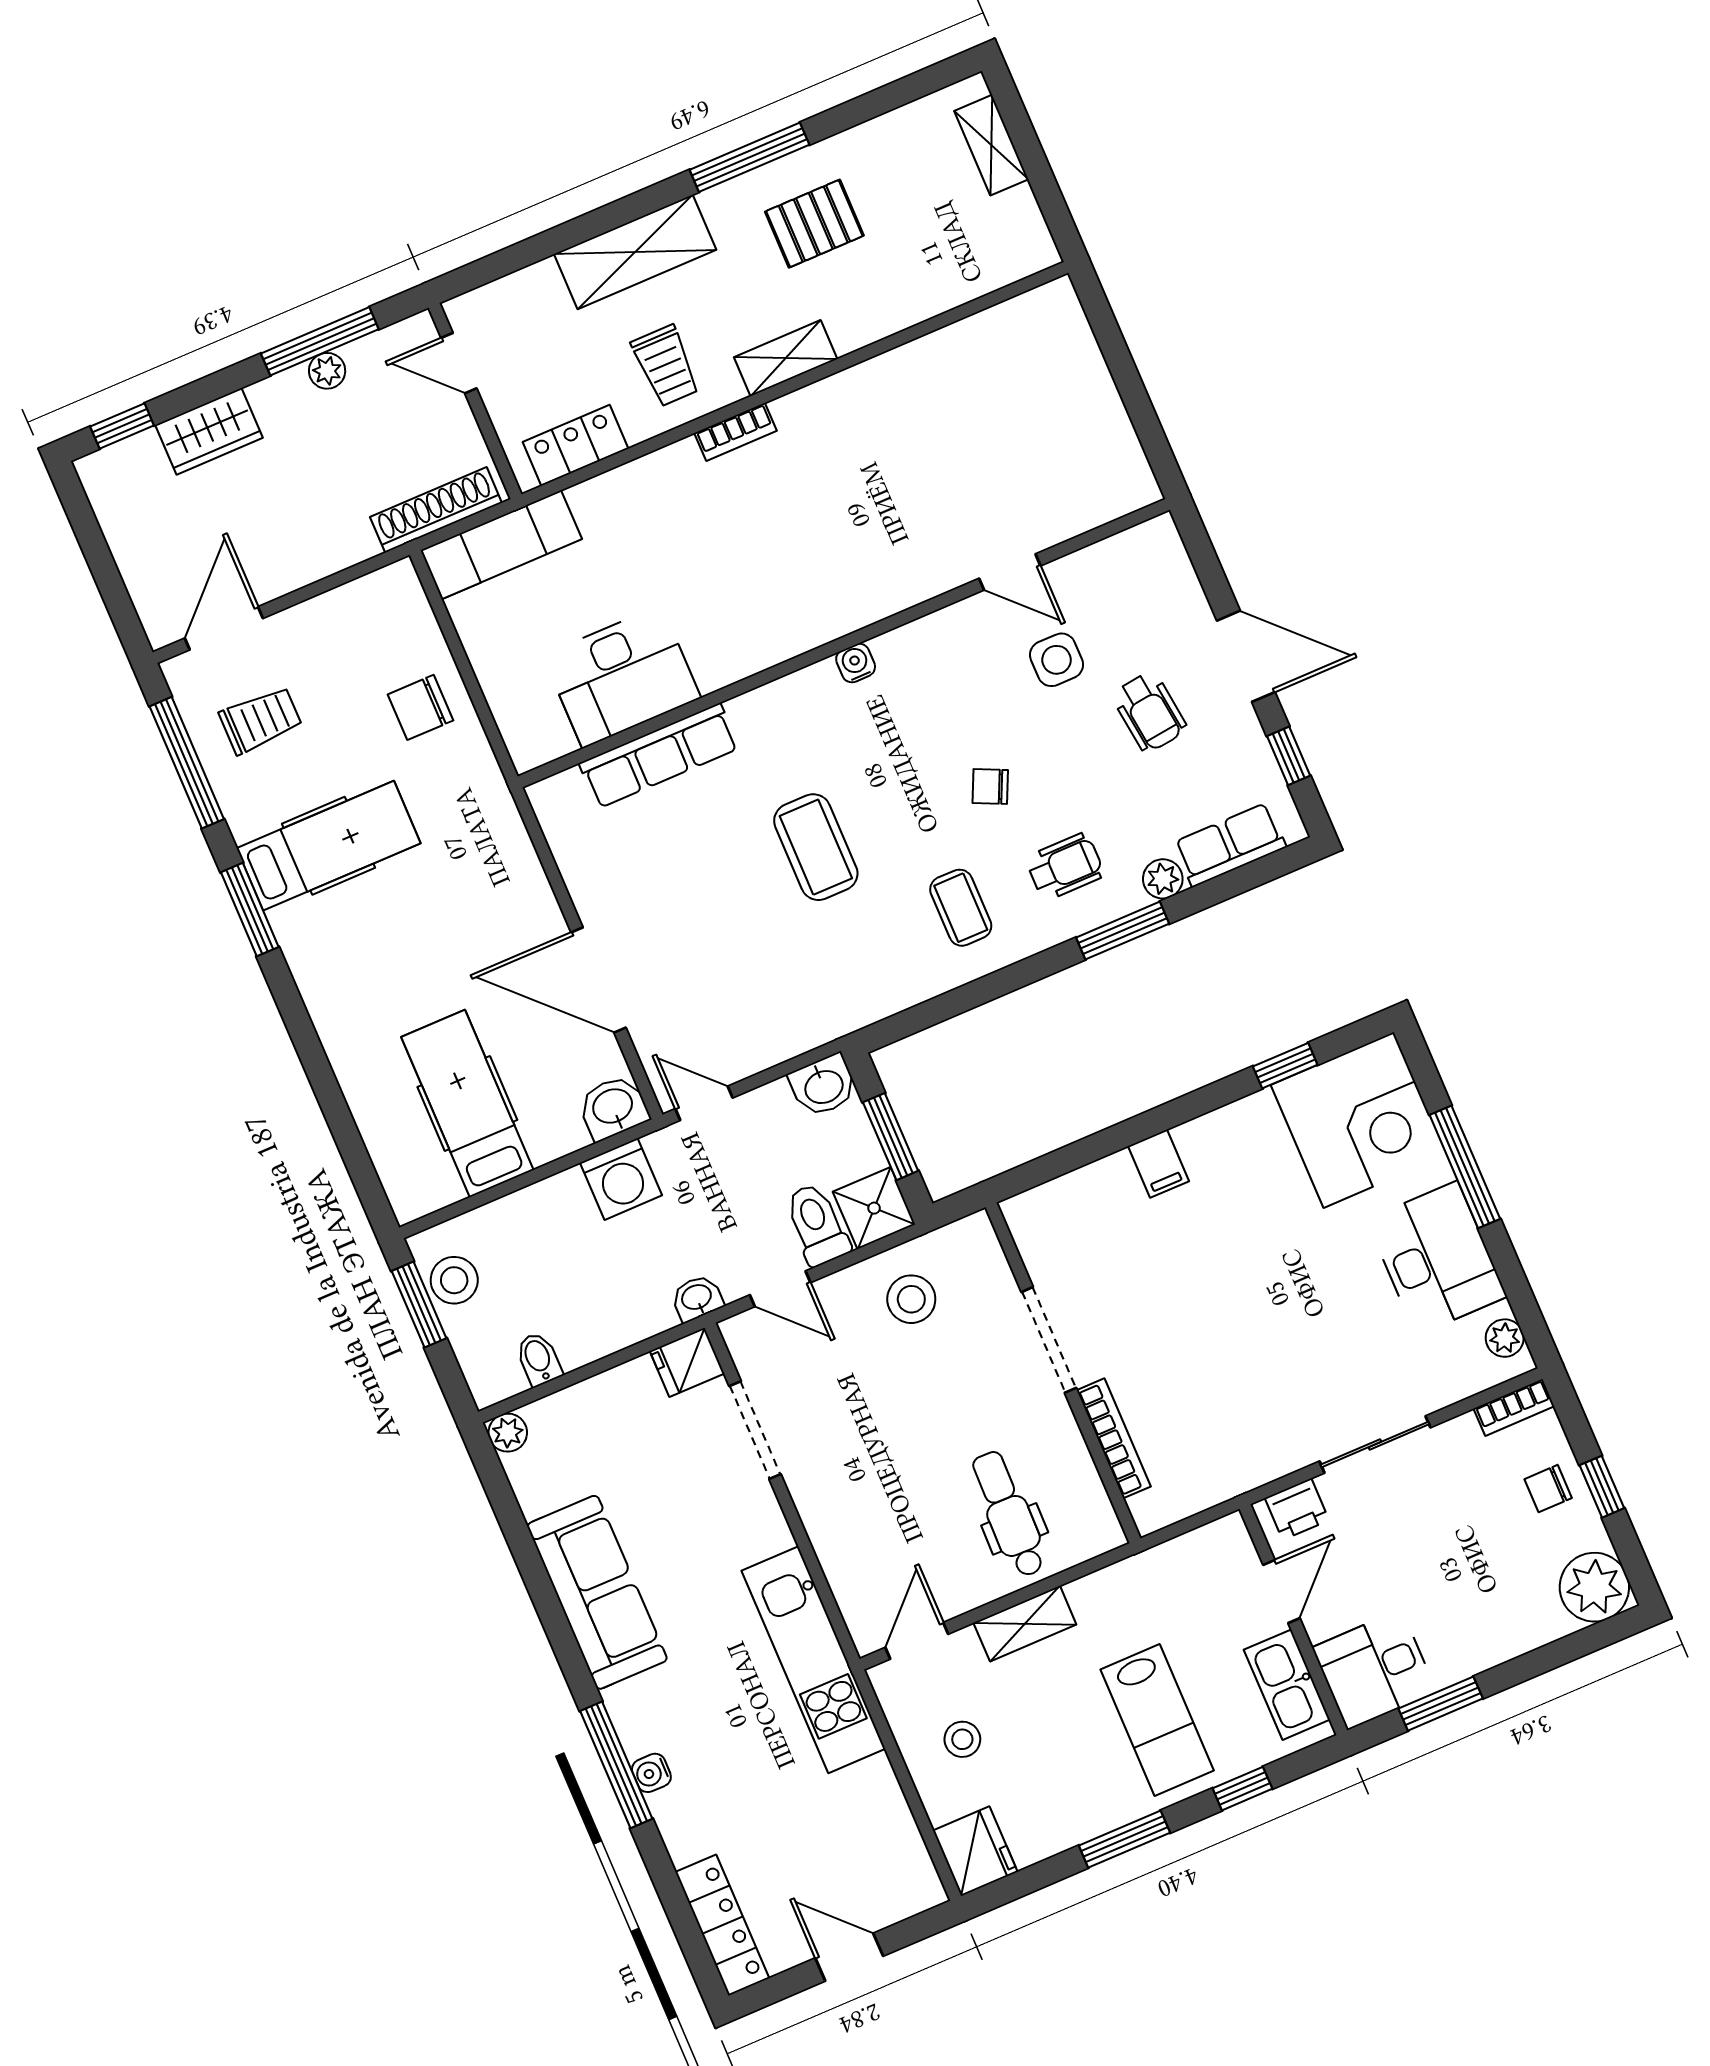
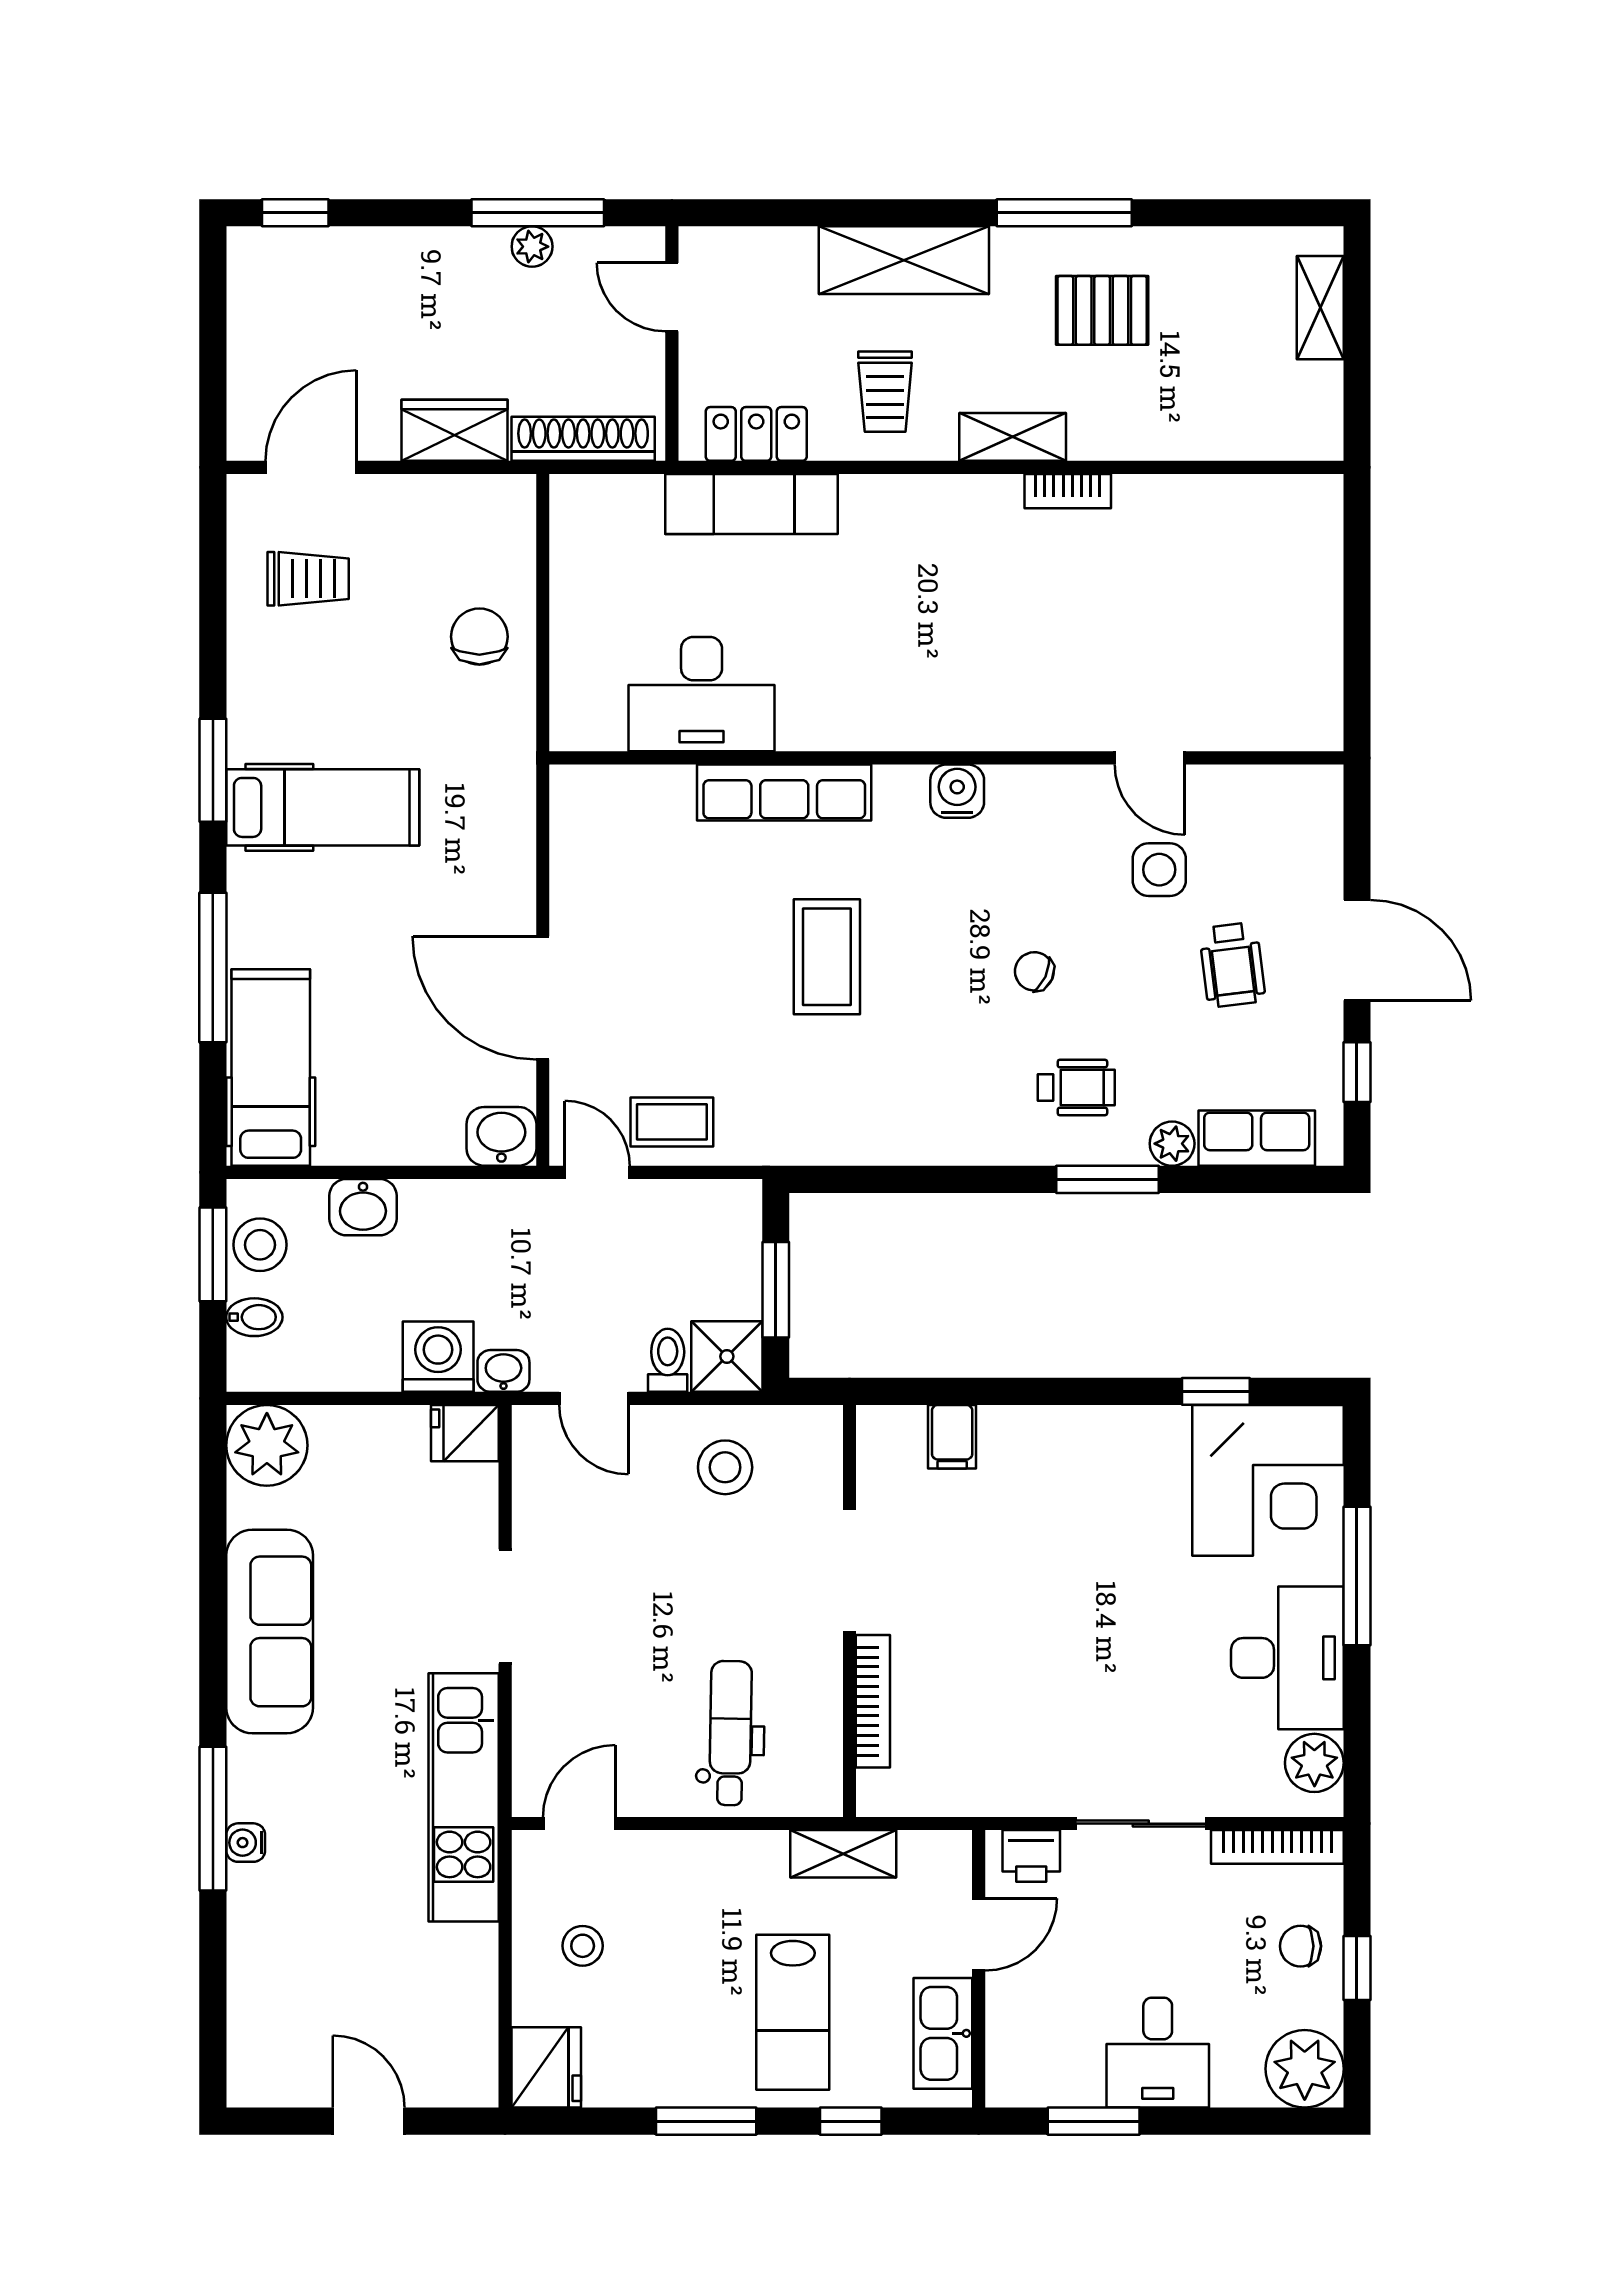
wardrobe: (209, 431) -> (454, 430), moved, turned 180
bookcase: (736, 432) -> (1068, 491), moved
exam couch: (501, 545) -> (751, 504), moved
water cooler: (856, 663) -> (957, 791), width x1.38, depth x1.38
chair: (420, 707) -> (479, 637), turned 90
row of seats: (659, 756) -> (784, 793), moved
window: (187, 763) -> (213, 968), moved
hospital bed: (329, 846) -> (323, 807), moved
coffee table: (961, 908) -> (672, 1122), moved, turned 90
washbasin: (823, 1086) -> (363, 1207), moved
hospital bed: (467, 1103) -> (271, 1068), moved
filing cabinet: (1159, 1164) -> (952, 1437), moved
washing machine: (621, 1179) -> (438, 1357), moved, turned 180
toilet: (817, 1224) -> (668, 1360), width x0.73, depth x0.72
plant: (1505, 1338) -> (1314, 1763), width x1.38, depth x1.38
bidet: (539, 1359) -> (254, 1317), moved, turned 90
bookcase: (1514, 1407) -> (1277, 1847), width x1.56
doorway: (755, 1430) -> (505, 1606), moved
plant: (508, 1433) -> (267, 1445), width x1.87, depth x1.87
shelving: (1025, 1624) -> (843, 1854), moved
desk: (1374, 1670) -> (1158, 2053), moved, turned -90
locker: (722, 1925) -> (251, 2032), removed

